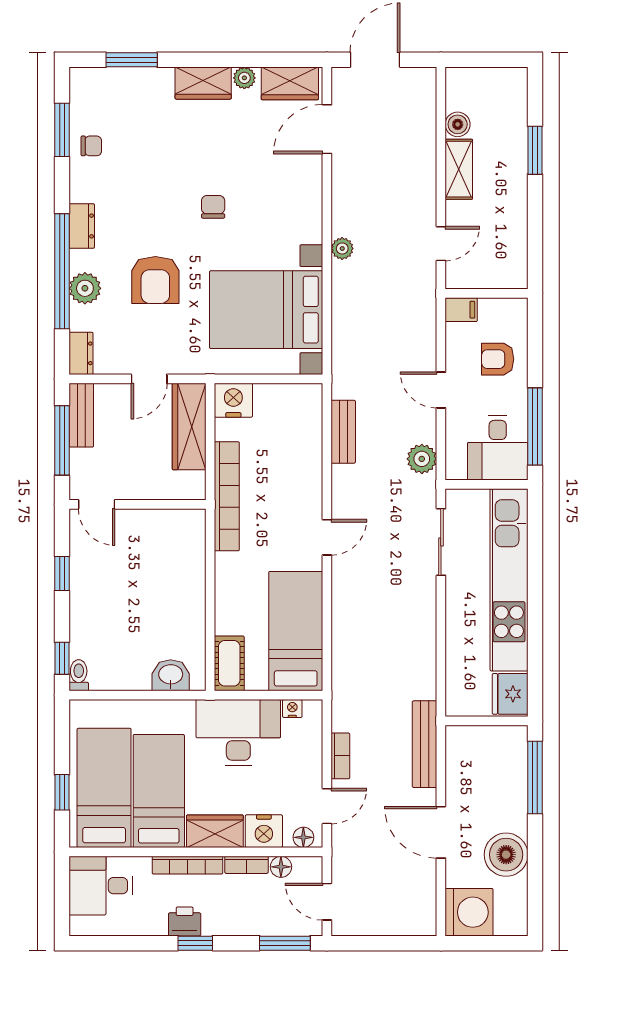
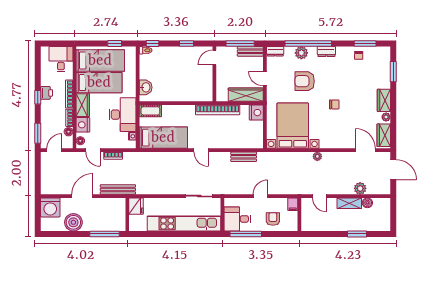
plant: (422, 459) -> (360, 188), moved
fridge: (510, 694) -> (136, 206), moved, turned 90
window: (62, 792) -> (115, 44), moved

